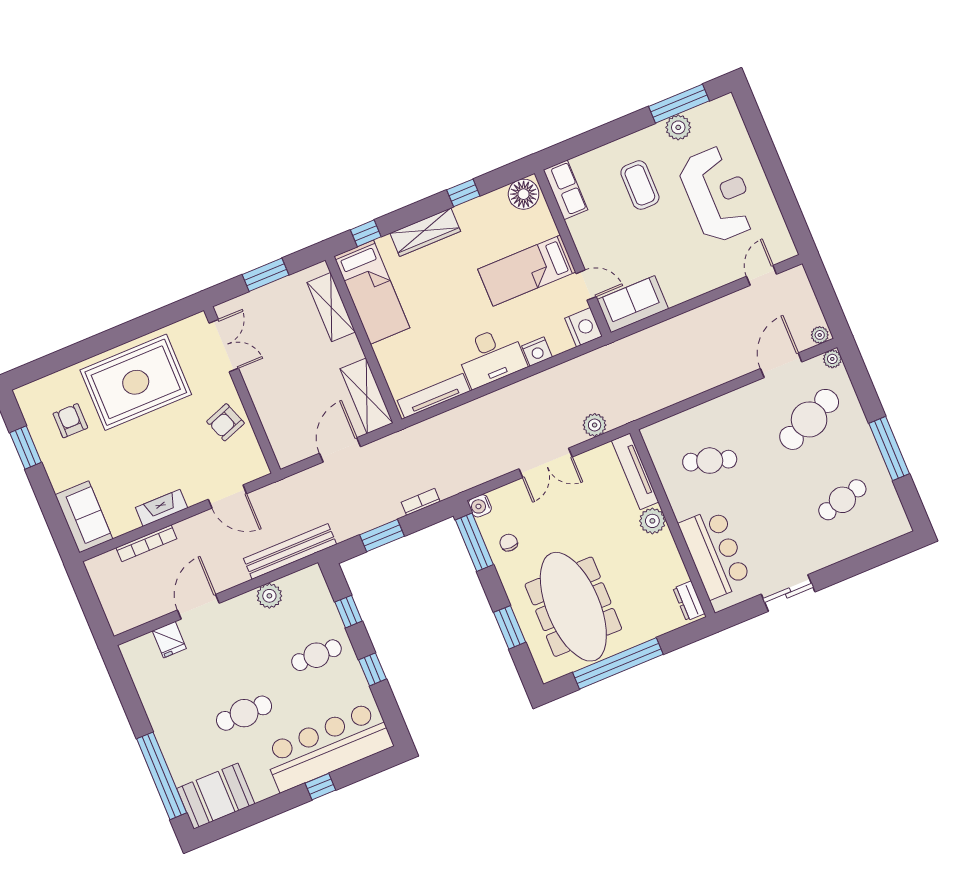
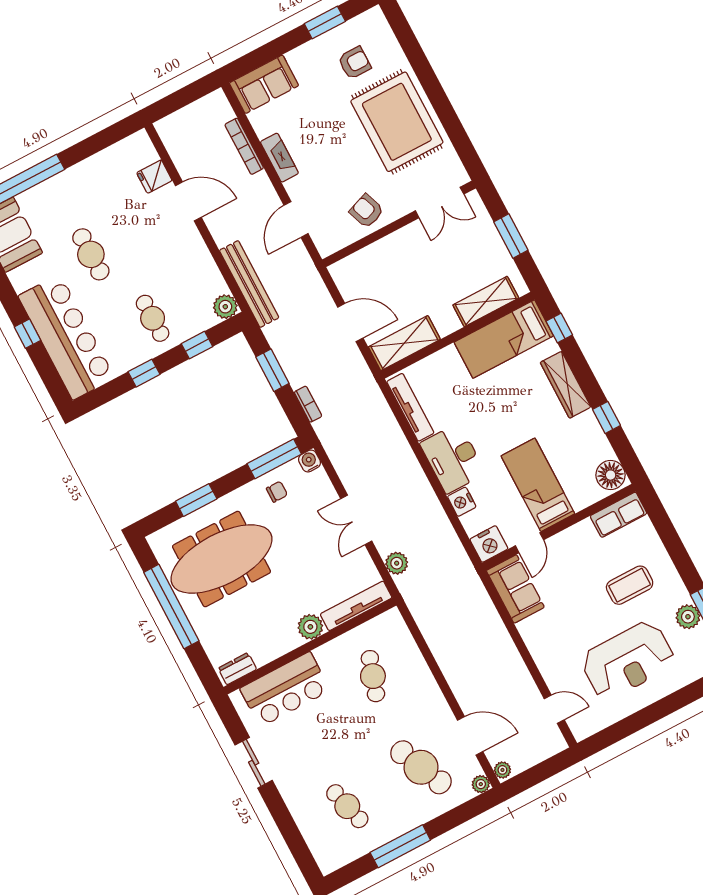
plant: (269, 596) -> (225, 307), moved

